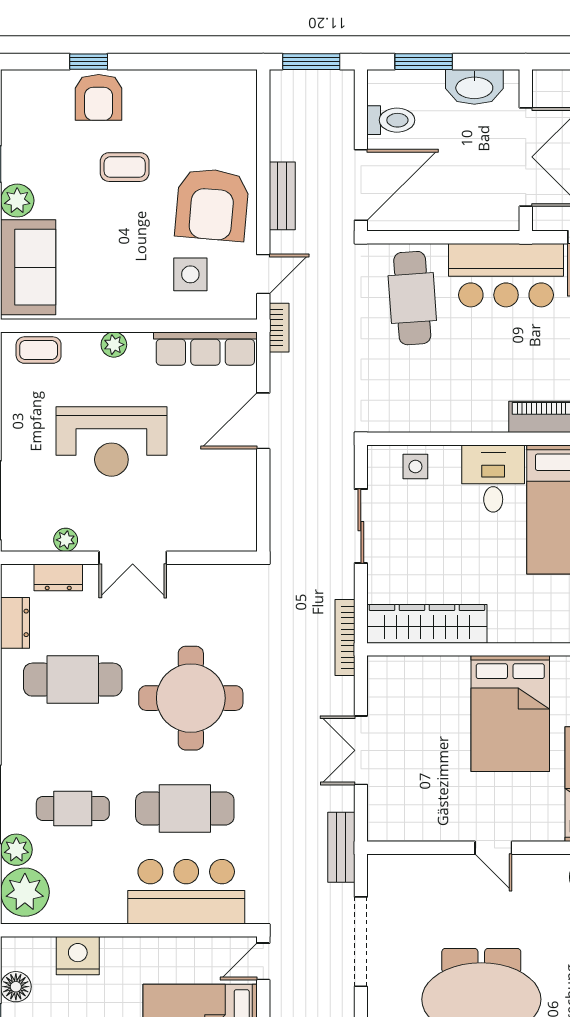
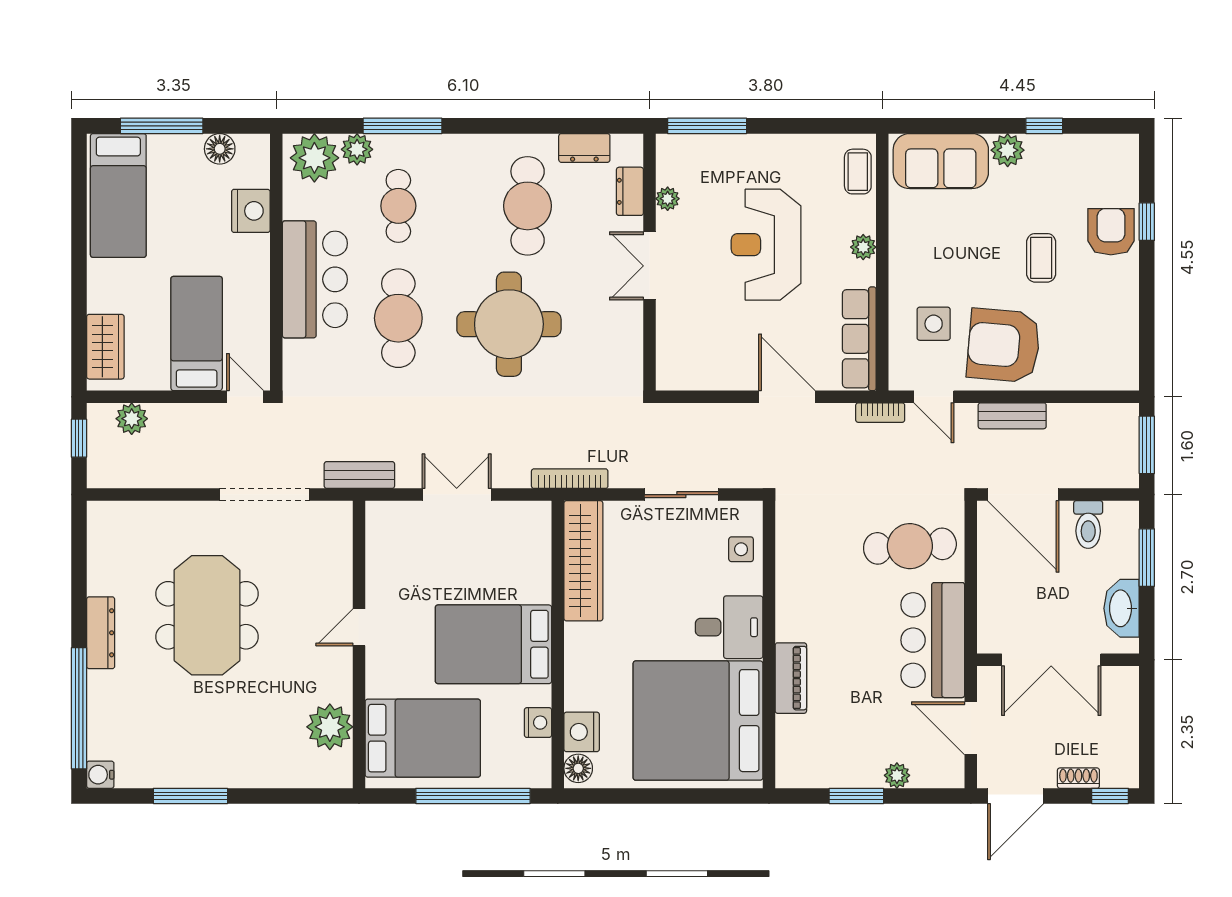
armchair: (99, 97) -> (1111, 232), turned 90
bar counter: (186, 892) -> (315, 279), moved

